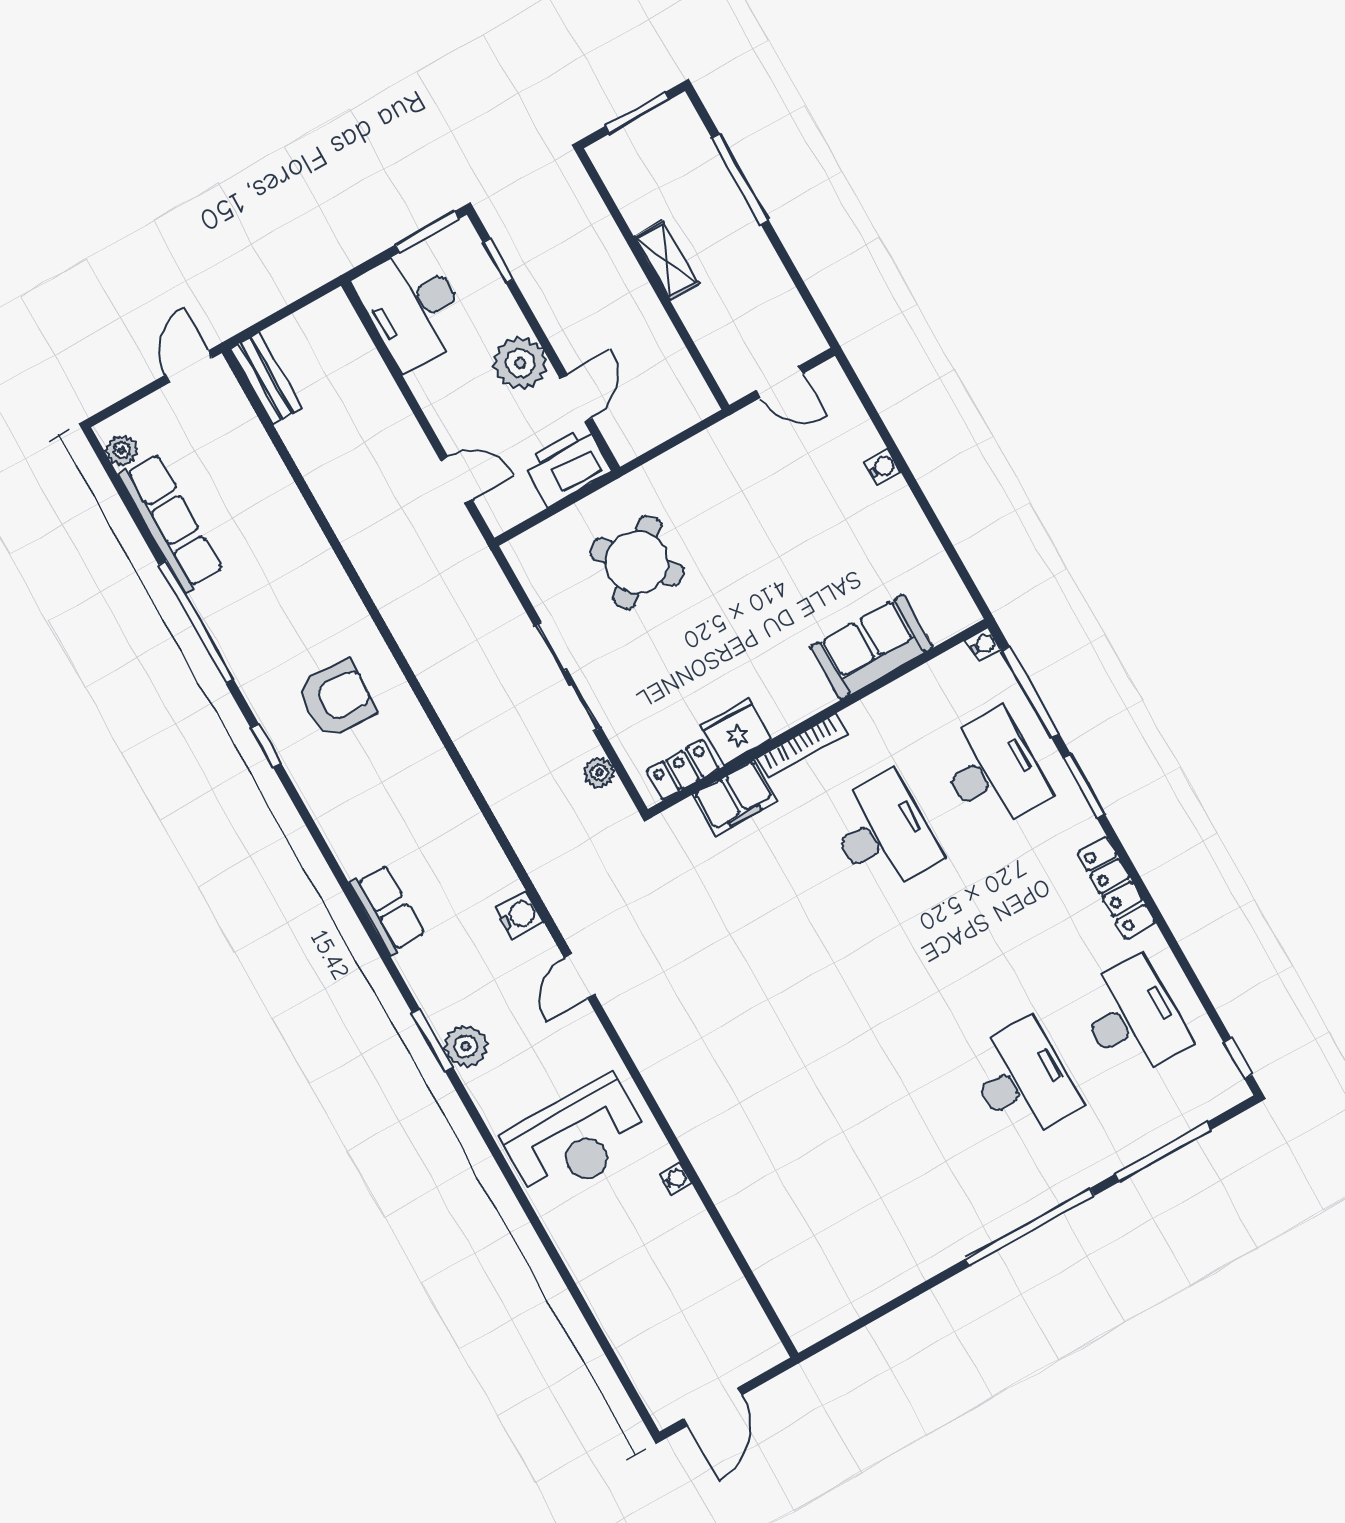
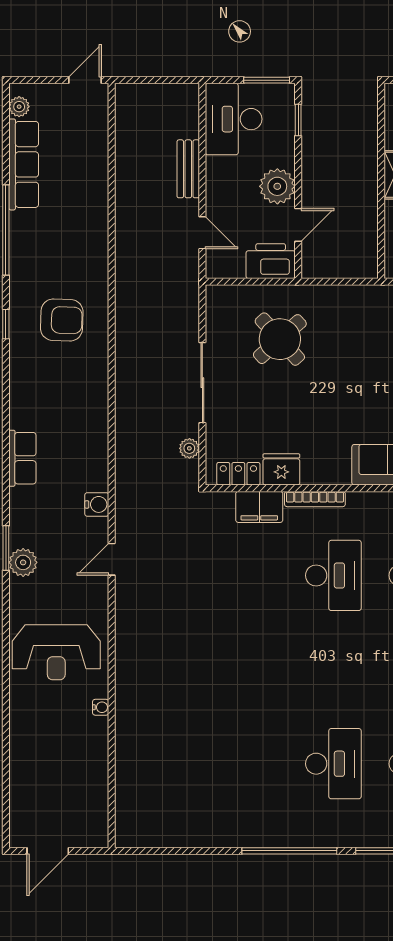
bench: (266, 378) -> (188, 169), moved

